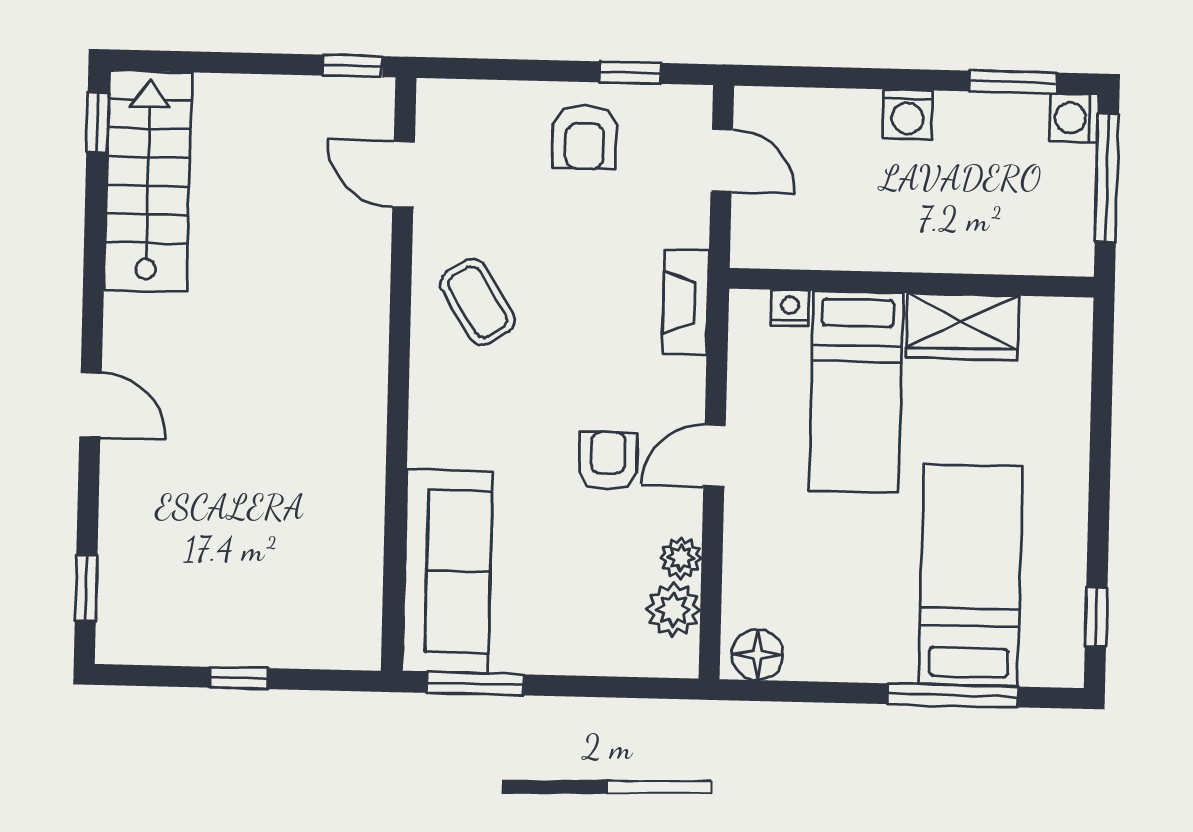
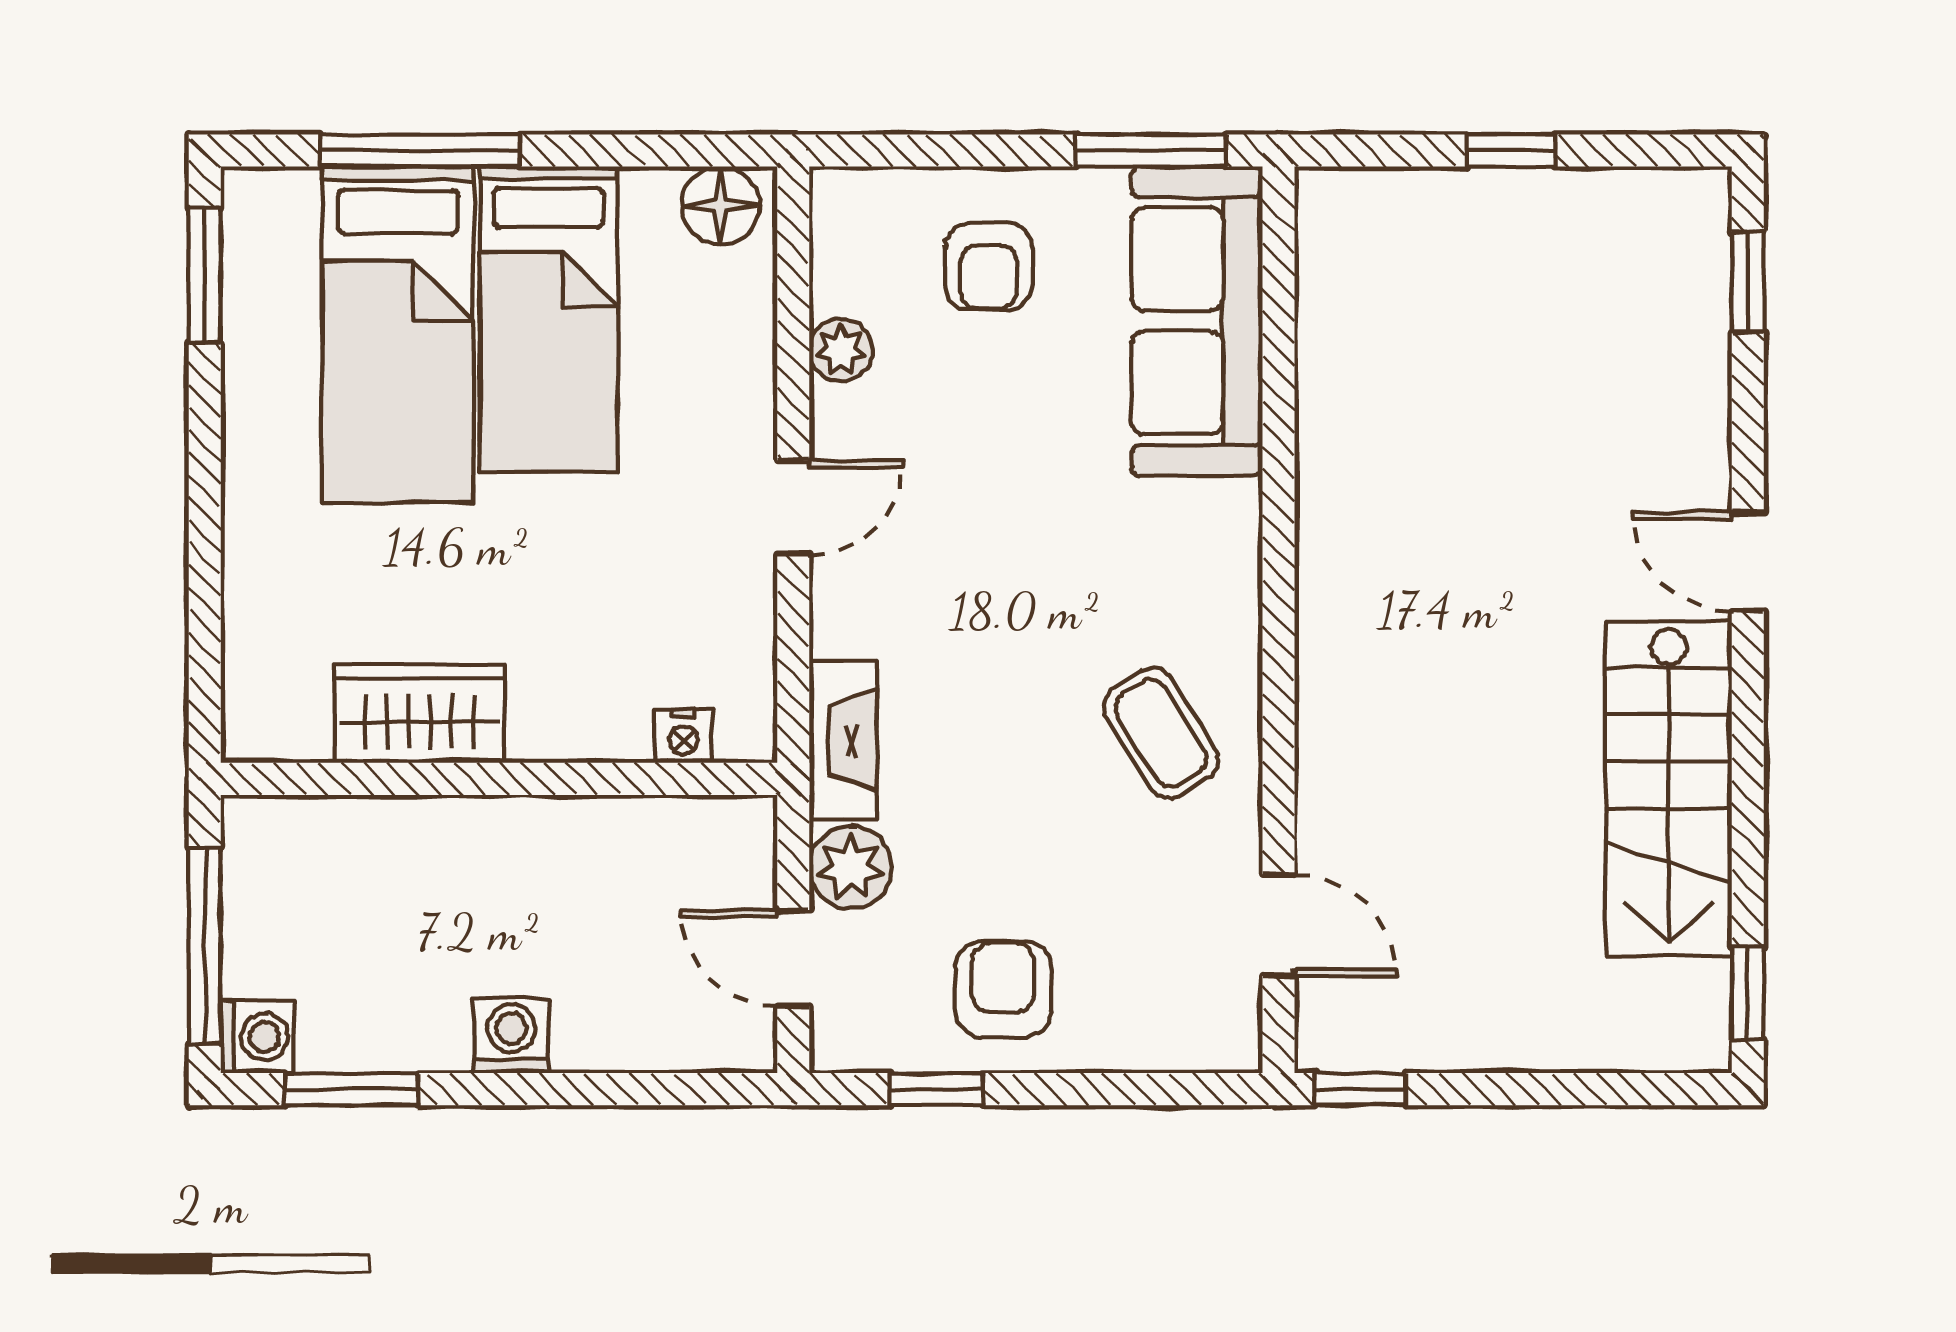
stairs: (148, 181) -> (1669, 788), moved
bed: (856, 392) -> (549, 319), moved, turned 180
armchair: (608, 461) -> (989, 267), moved
plant: (673, 610) -> (851, 867), moved
window: (1096, 617) -> (205, 276), width x1.50

